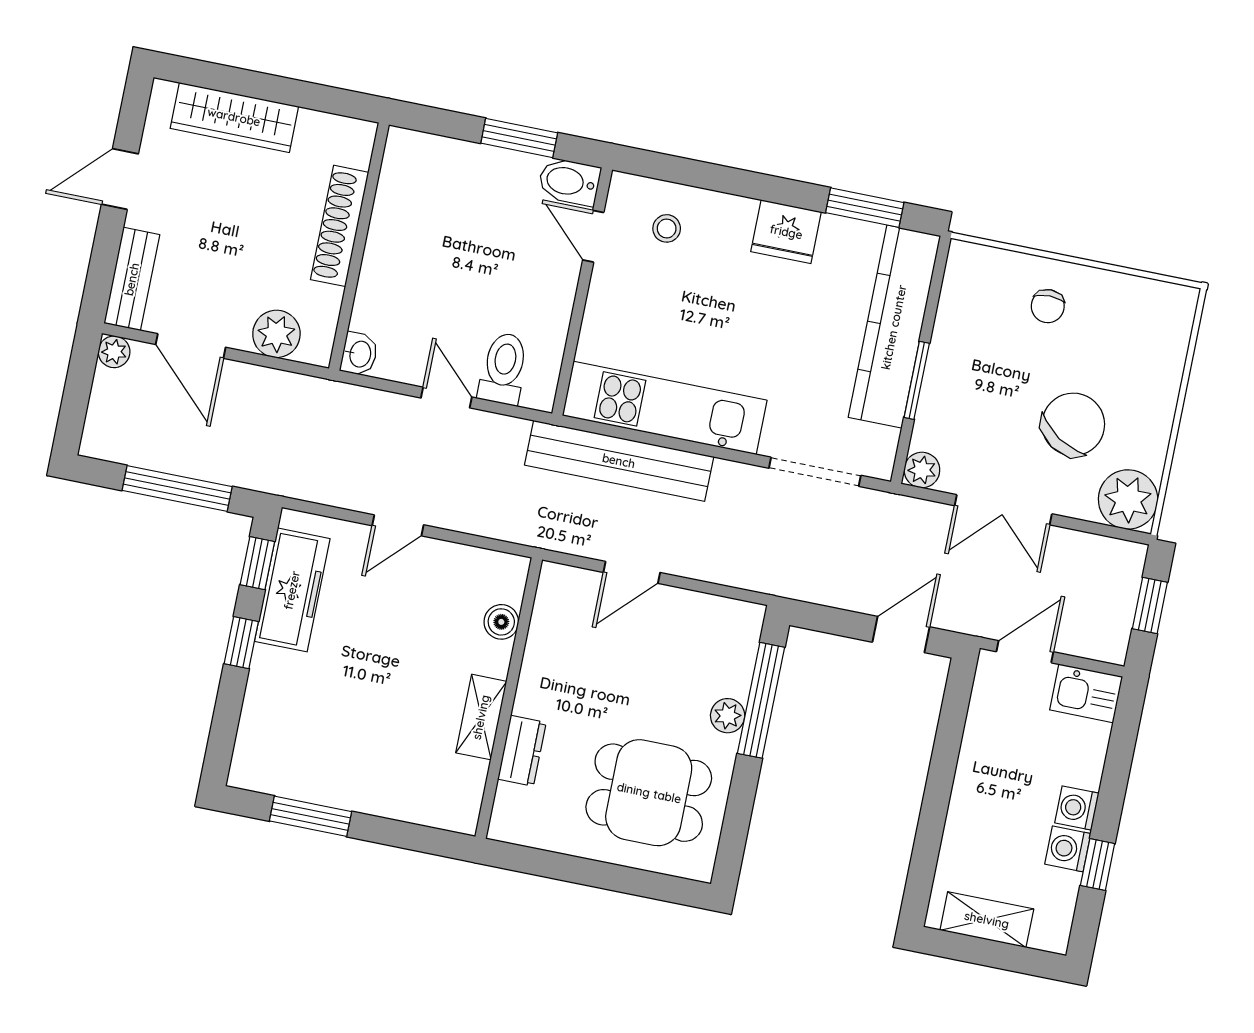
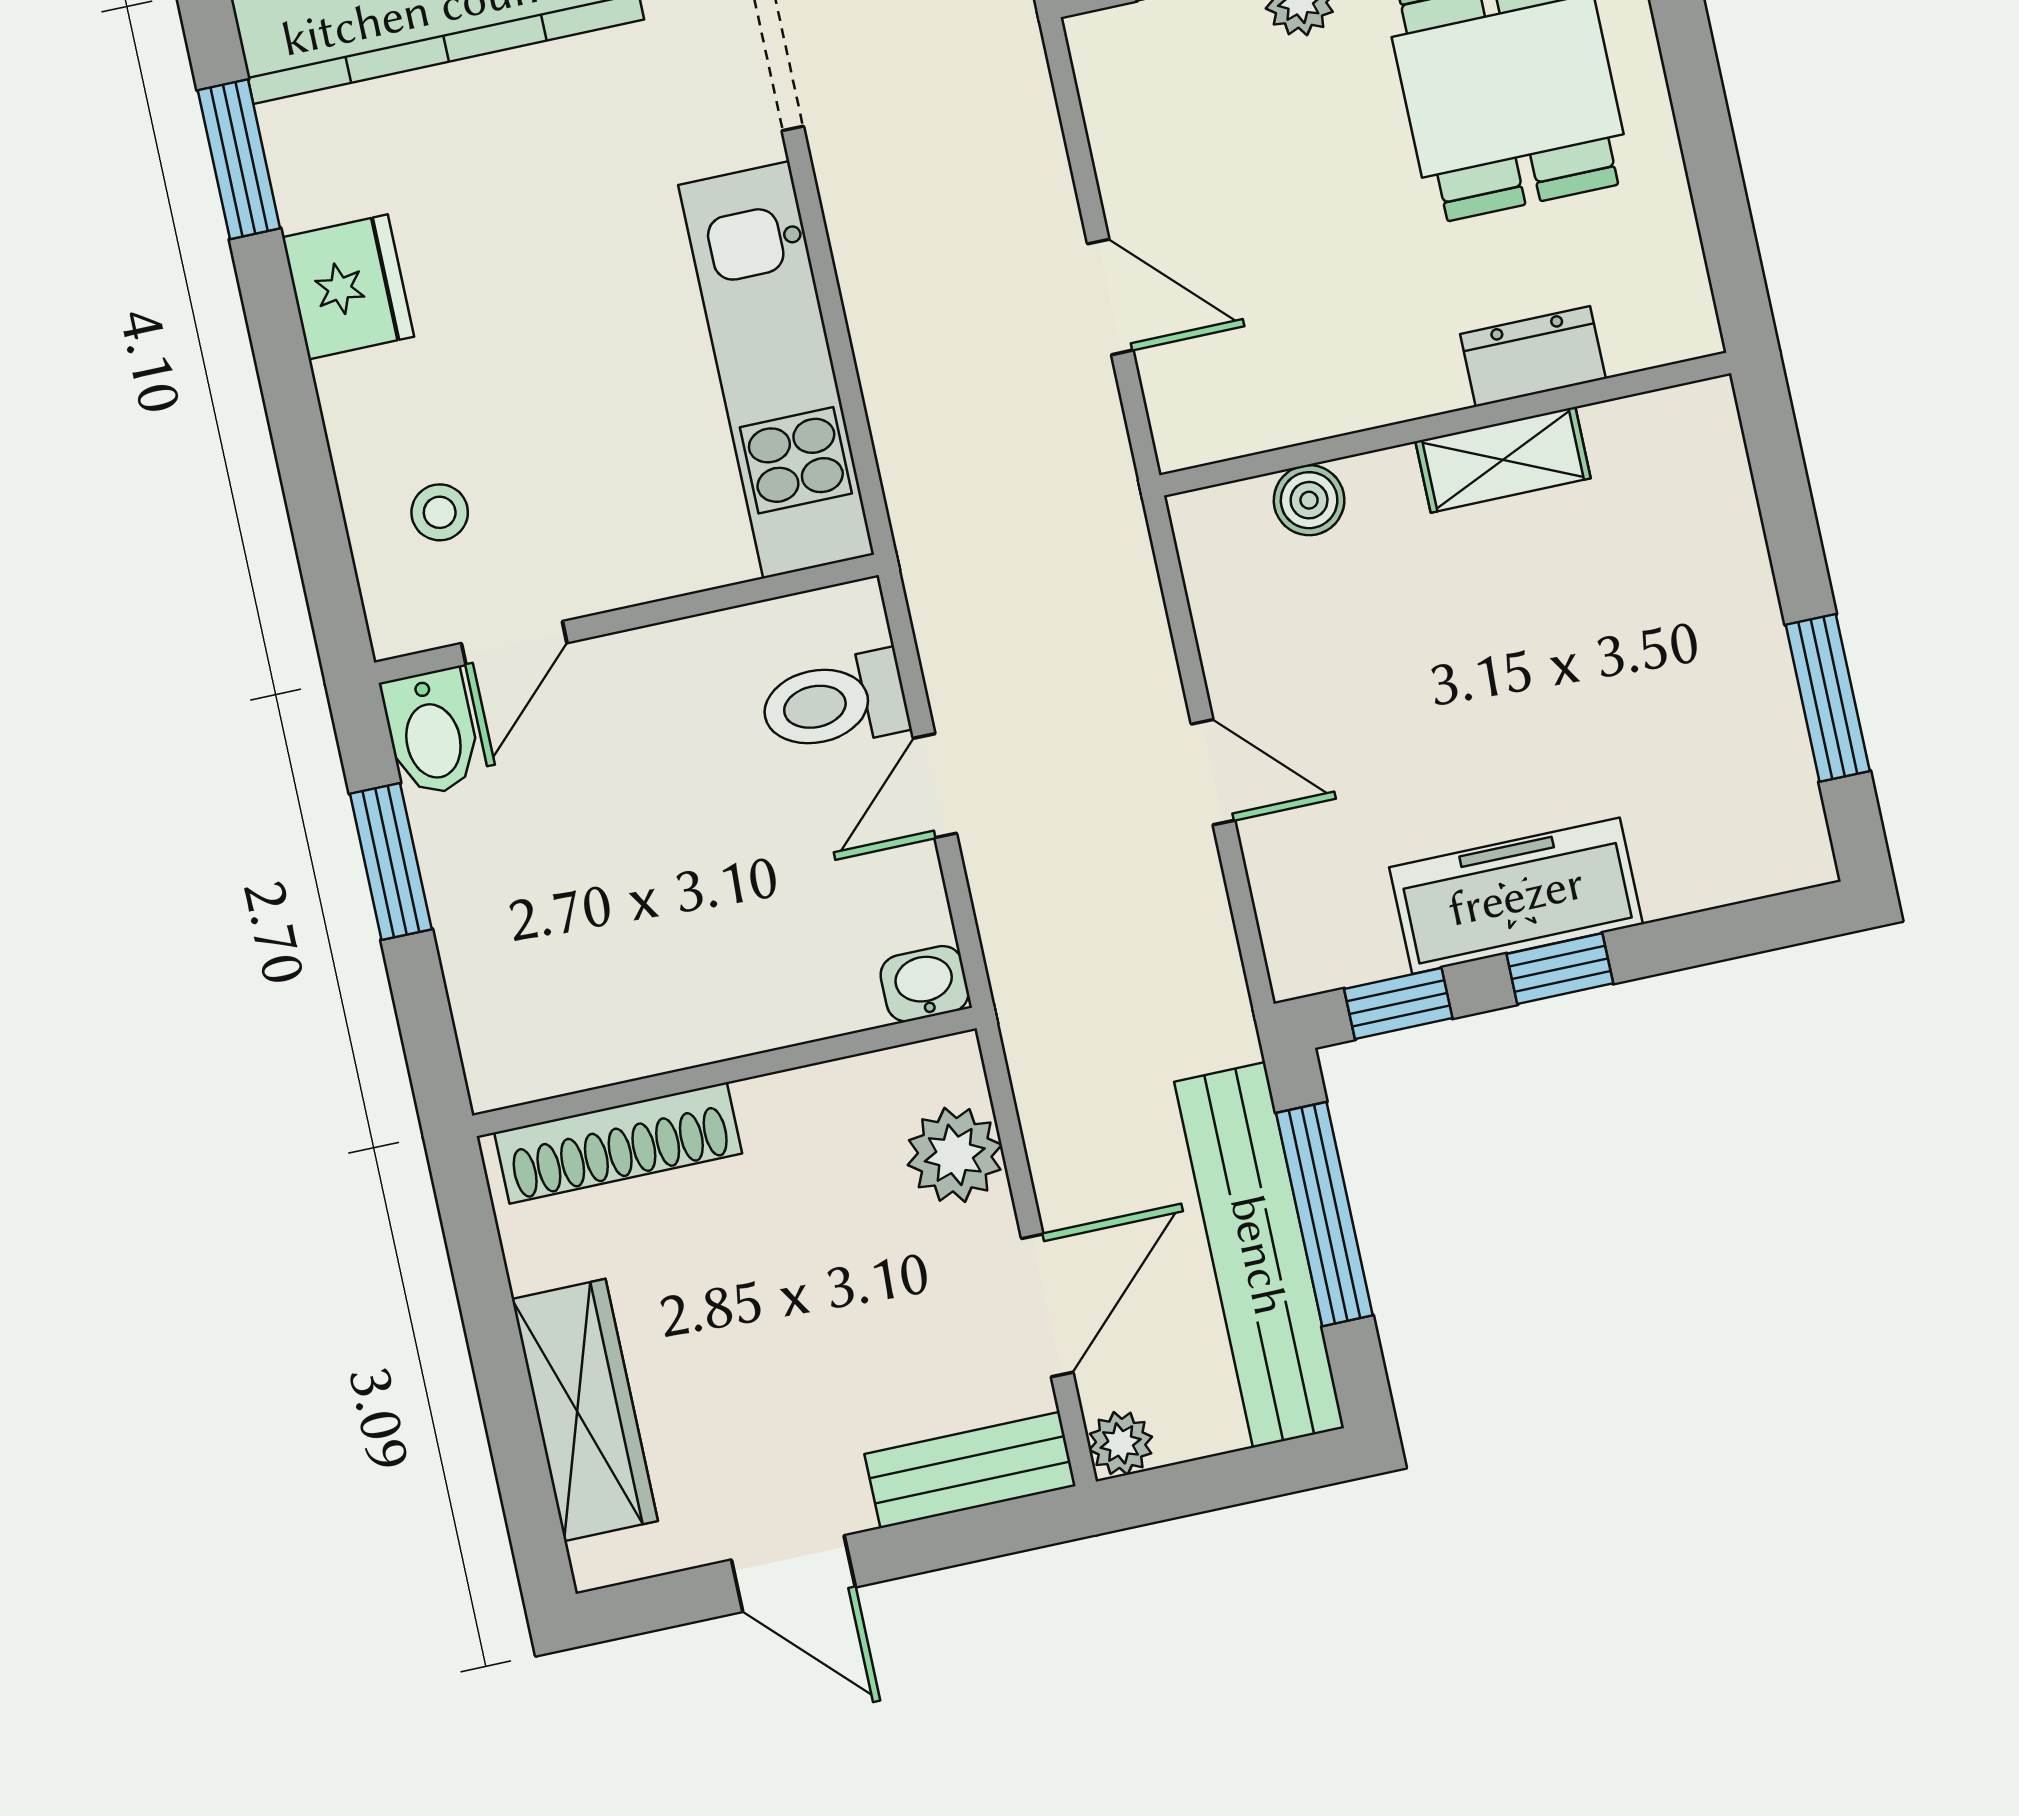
shoe rack: (340, 226) -> (618, 1143), moved
bench: (619, 461) -> (1259, 1255), moved
freezer: (292, 590) -> (1516, 896), moved

